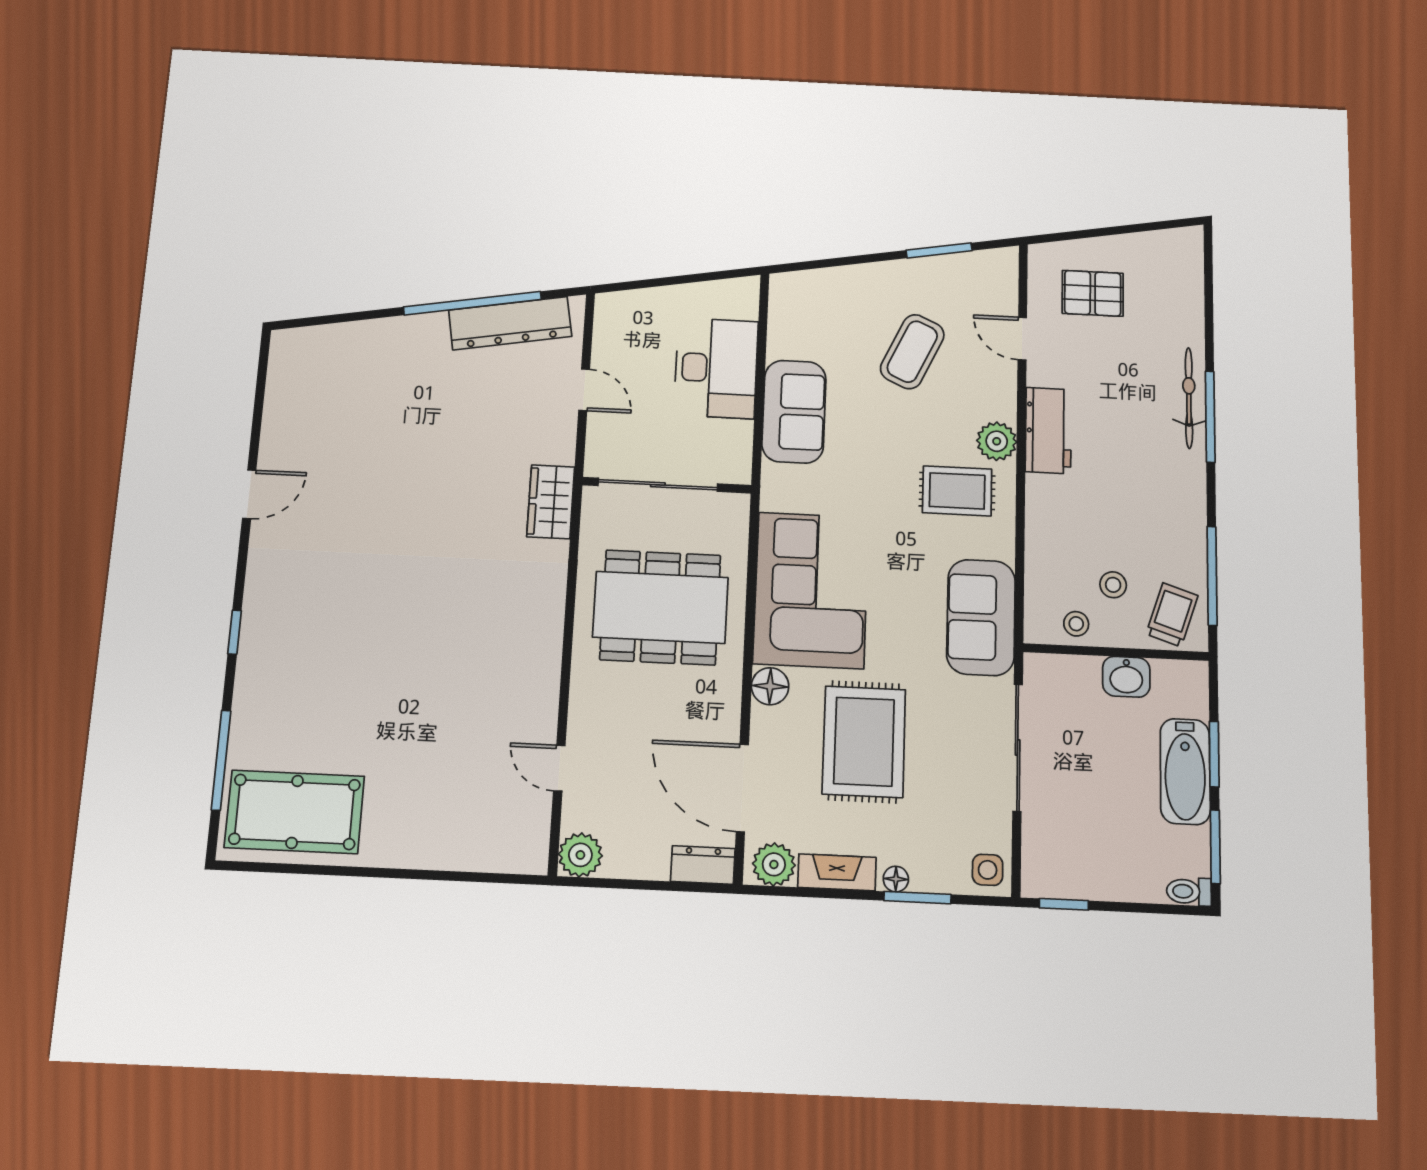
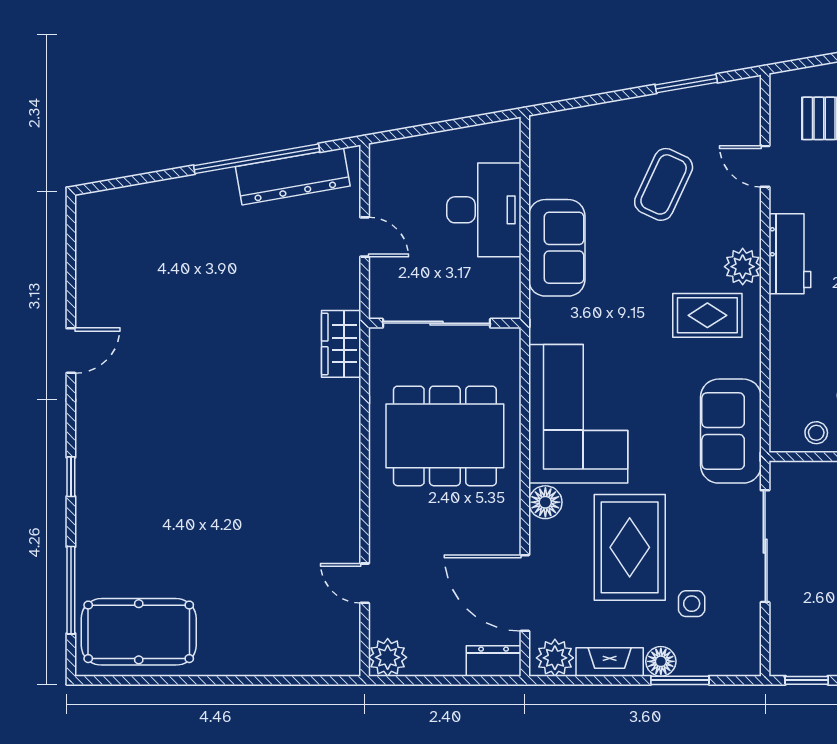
side table: (988, 870) -> (692, 604), moved
floor lamp: (896, 879) -> (661, 661), width x1.37, depth x1.37

